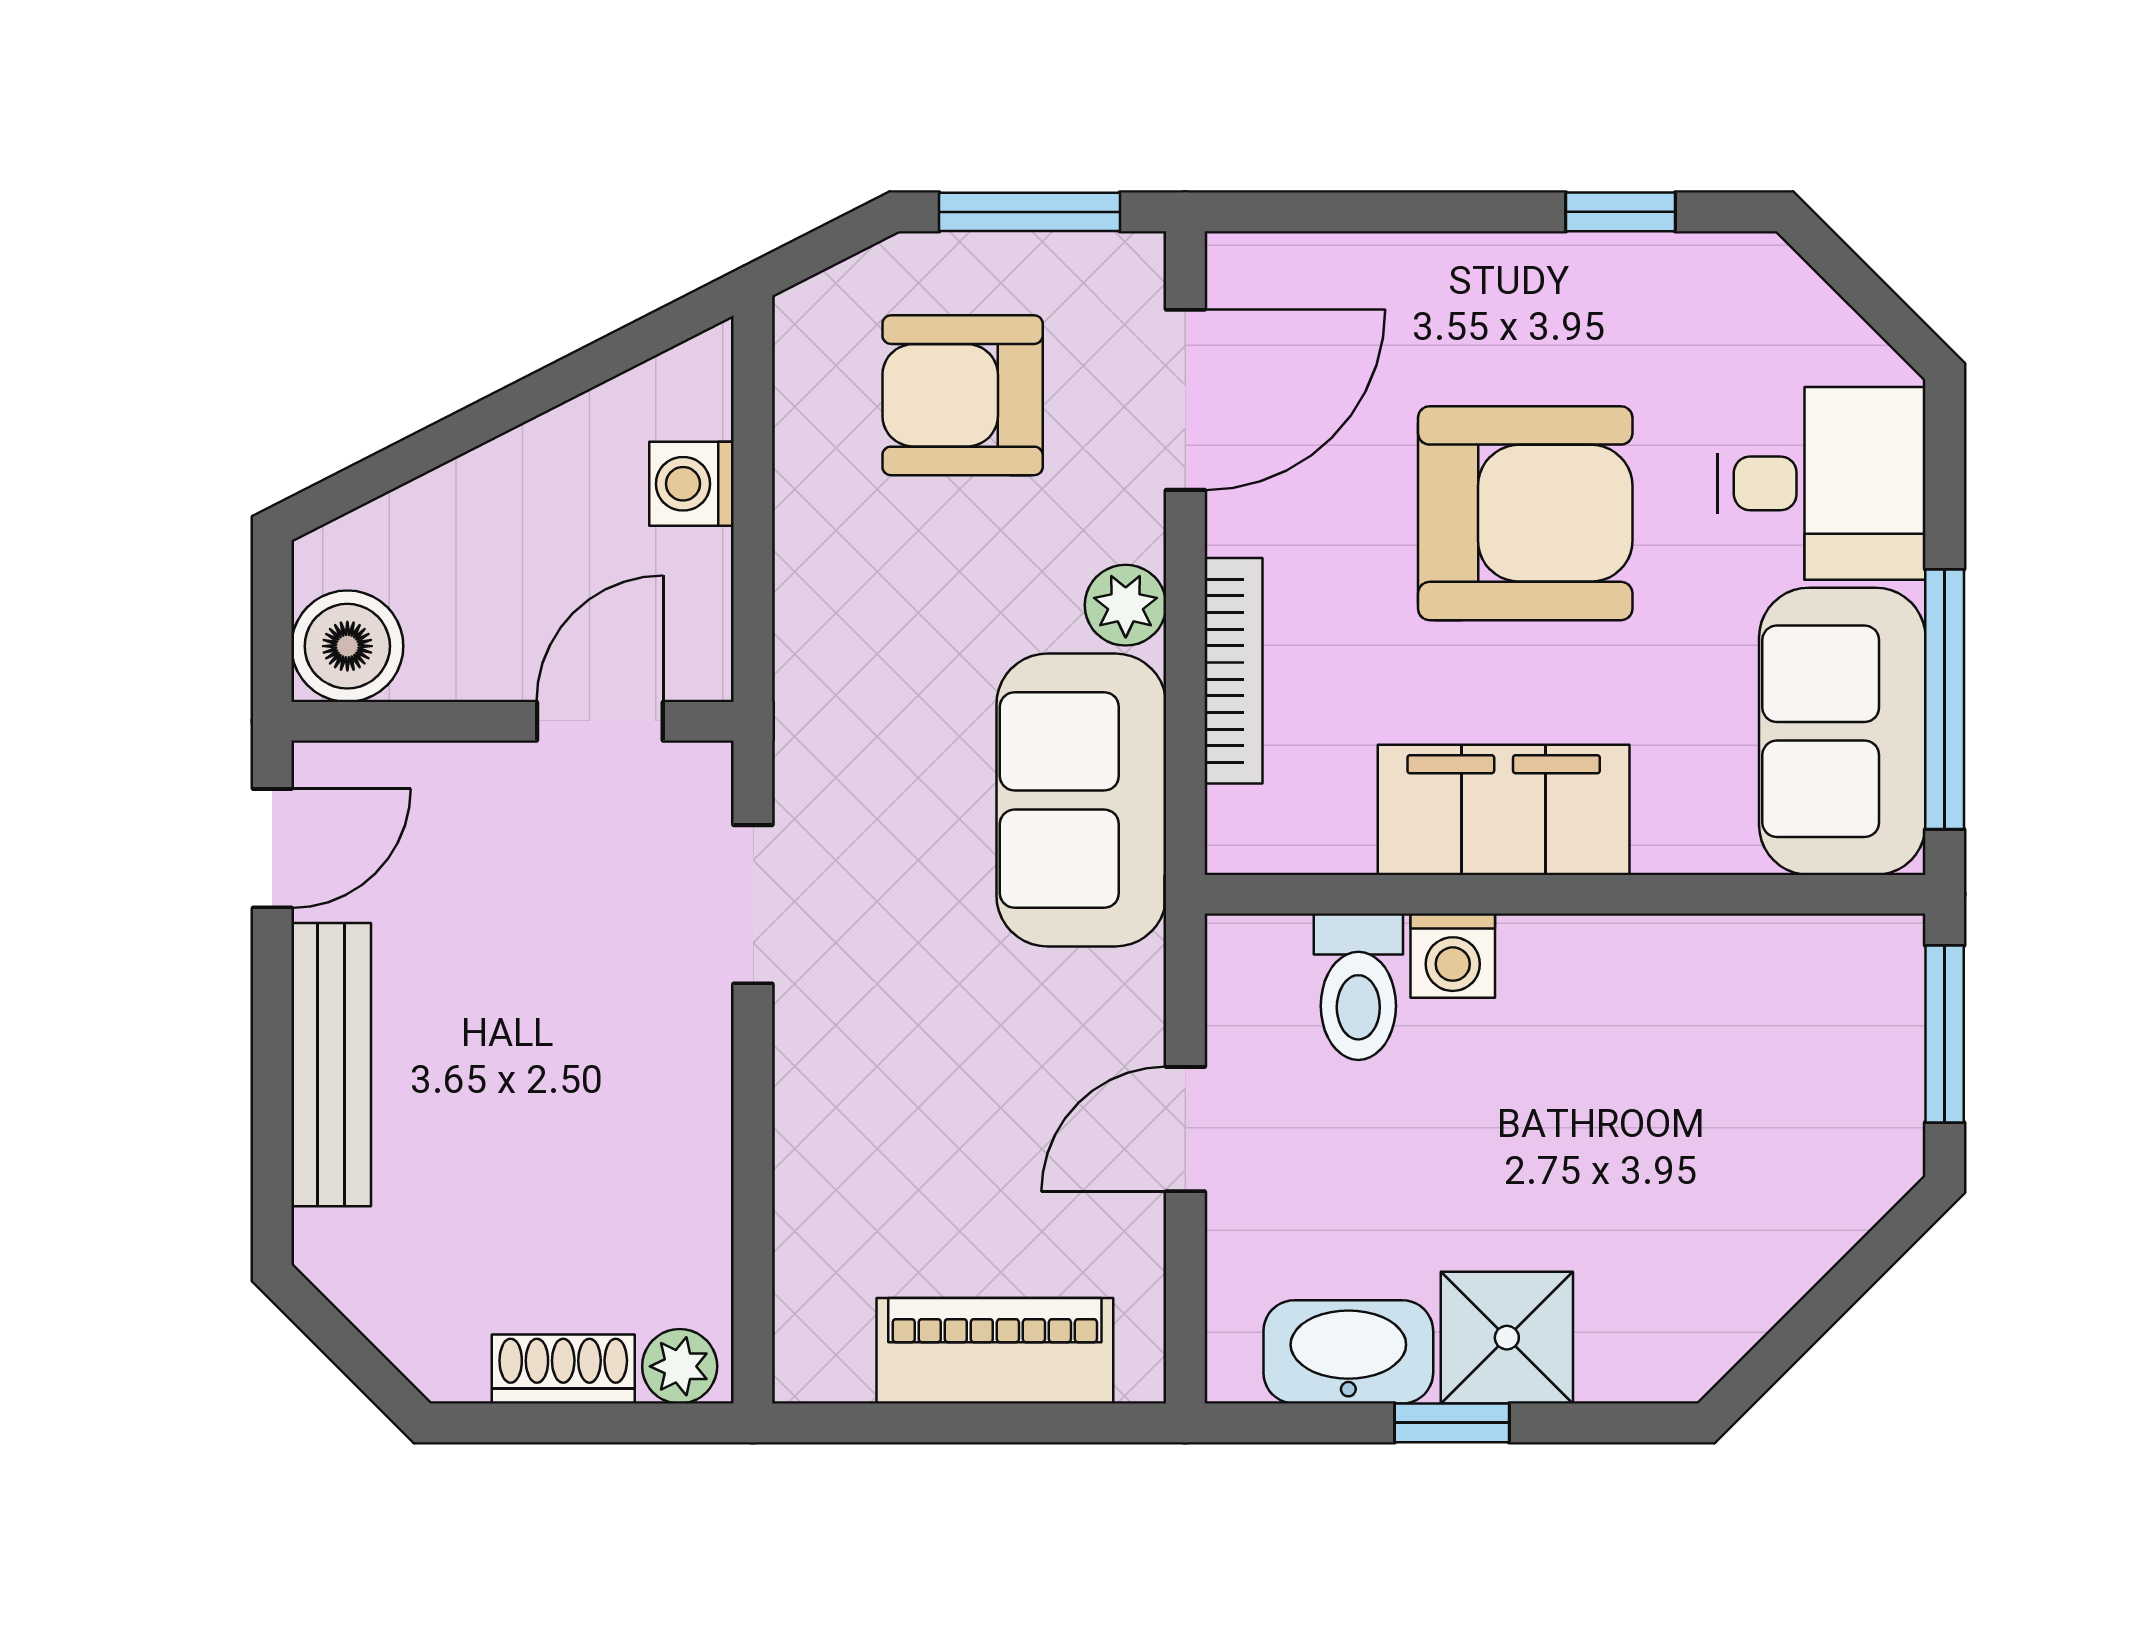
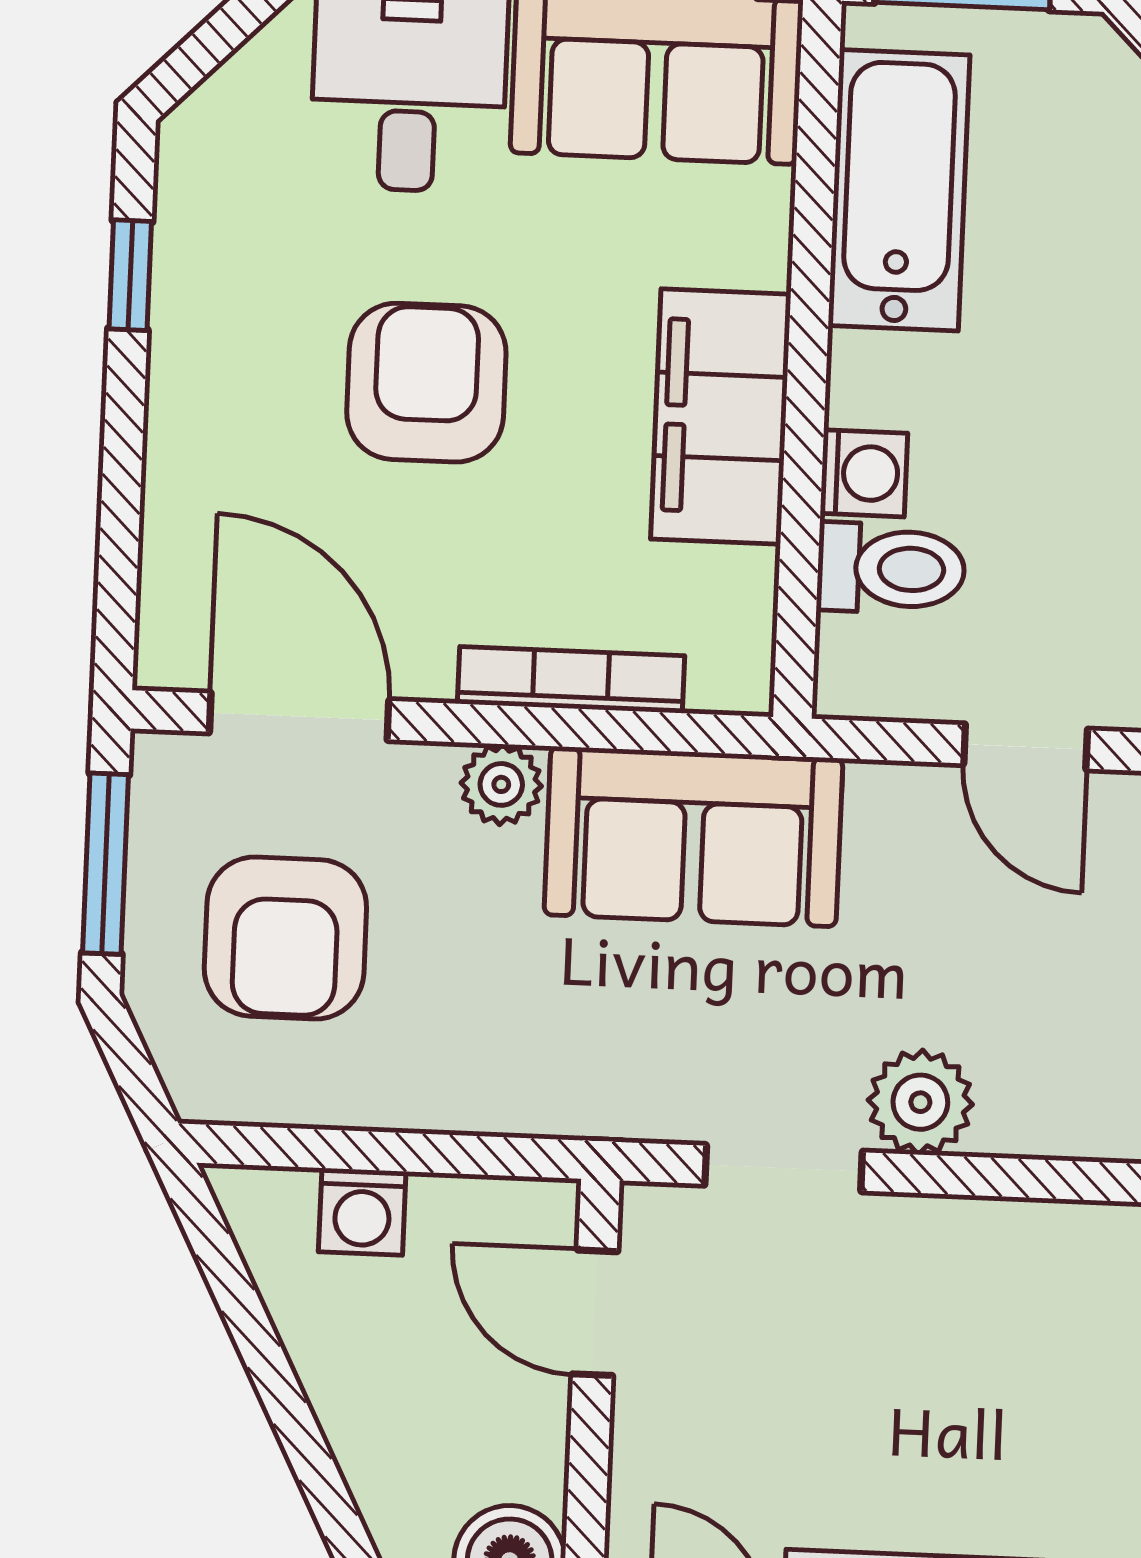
armchair: (1525, 513) -> (426, 383), width x0.73, depth x0.73
bathtub: (1738, 979) -> (899, 190), added
plant: (825, 1039) -> (920, 1102), added

